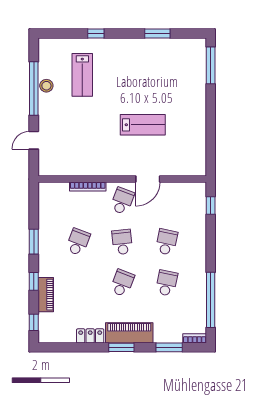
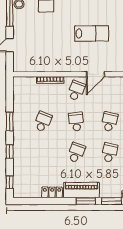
piano: (46, 295) -> (19, 161), removed
window: (121, 347) -> (86, 201), moved

